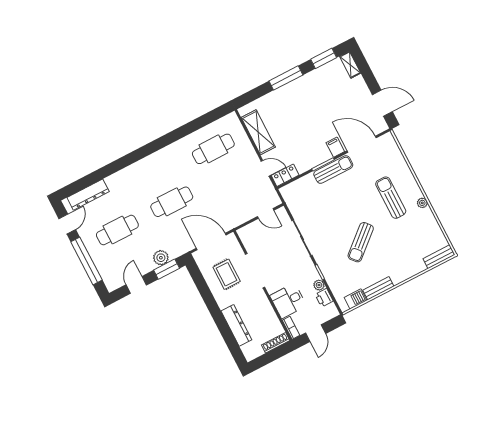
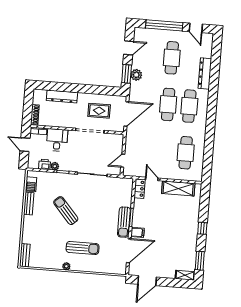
window: (286, 78) -> (202, 228), width x0.46
door: (266, 168) -> (152, 179), swing flipped
cafe table: (159, 177) -> (189, 106), added
dresser: (88, 195) -> (205, 73), moved
door: (136, 285) -> (129, 48), hinge flipped

